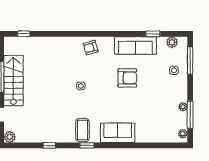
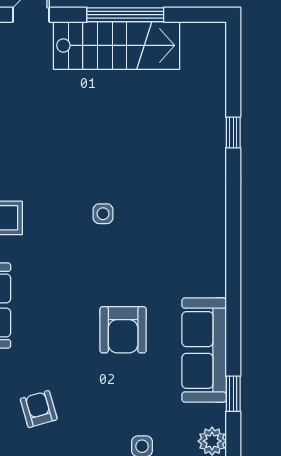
window: (24, 34) -> (233, 133), moved
armchair: (91, 48) -> (39, 409), moved

